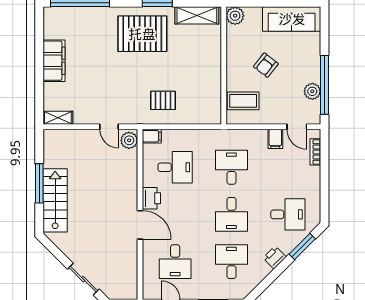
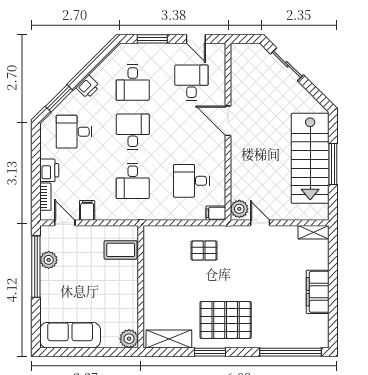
armchair: (266, 65) -> (97, 287), removed
printer: (151, 198) -> (49, 170), moved, turned 180
stairs: (55, 200) -> (310, 158), width x1.36, depth x1.51

